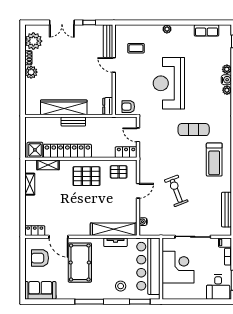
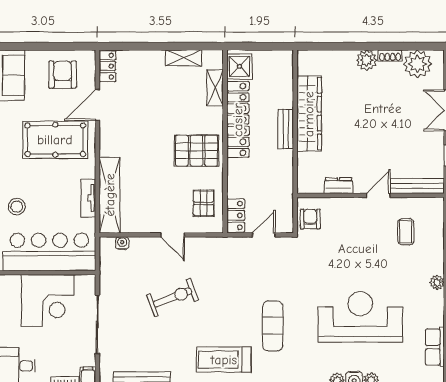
reception desk: (169, 83) -> (360, 317), moved
dresser: (108, 106) -> (339, 186), moved
pallet: (86, 176) -> (197, 151), turned 90

